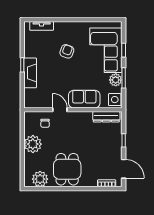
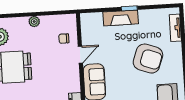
armchair: (67, 51) -> (148, 59), width x1.88, depth x1.88
plant: (33, 144) -> (34, 22), width x0.53, depth x0.53

